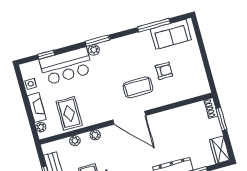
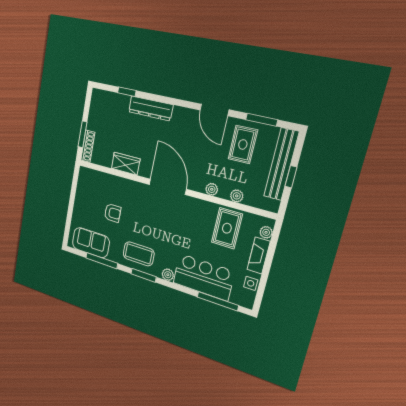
window: (97, 41) -> (144, 275), moved
window: (46, 55) -> (218, 301), width x2.17
armchair: (164, 71) -> (113, 213), turned 180
coffee table: (138, 87) -> (139, 254), moved
shoe rack: (211, 108) -> (88, 146), width x1.43
wardrobe: (220, 150) -> (126, 164), moved, turned -90

